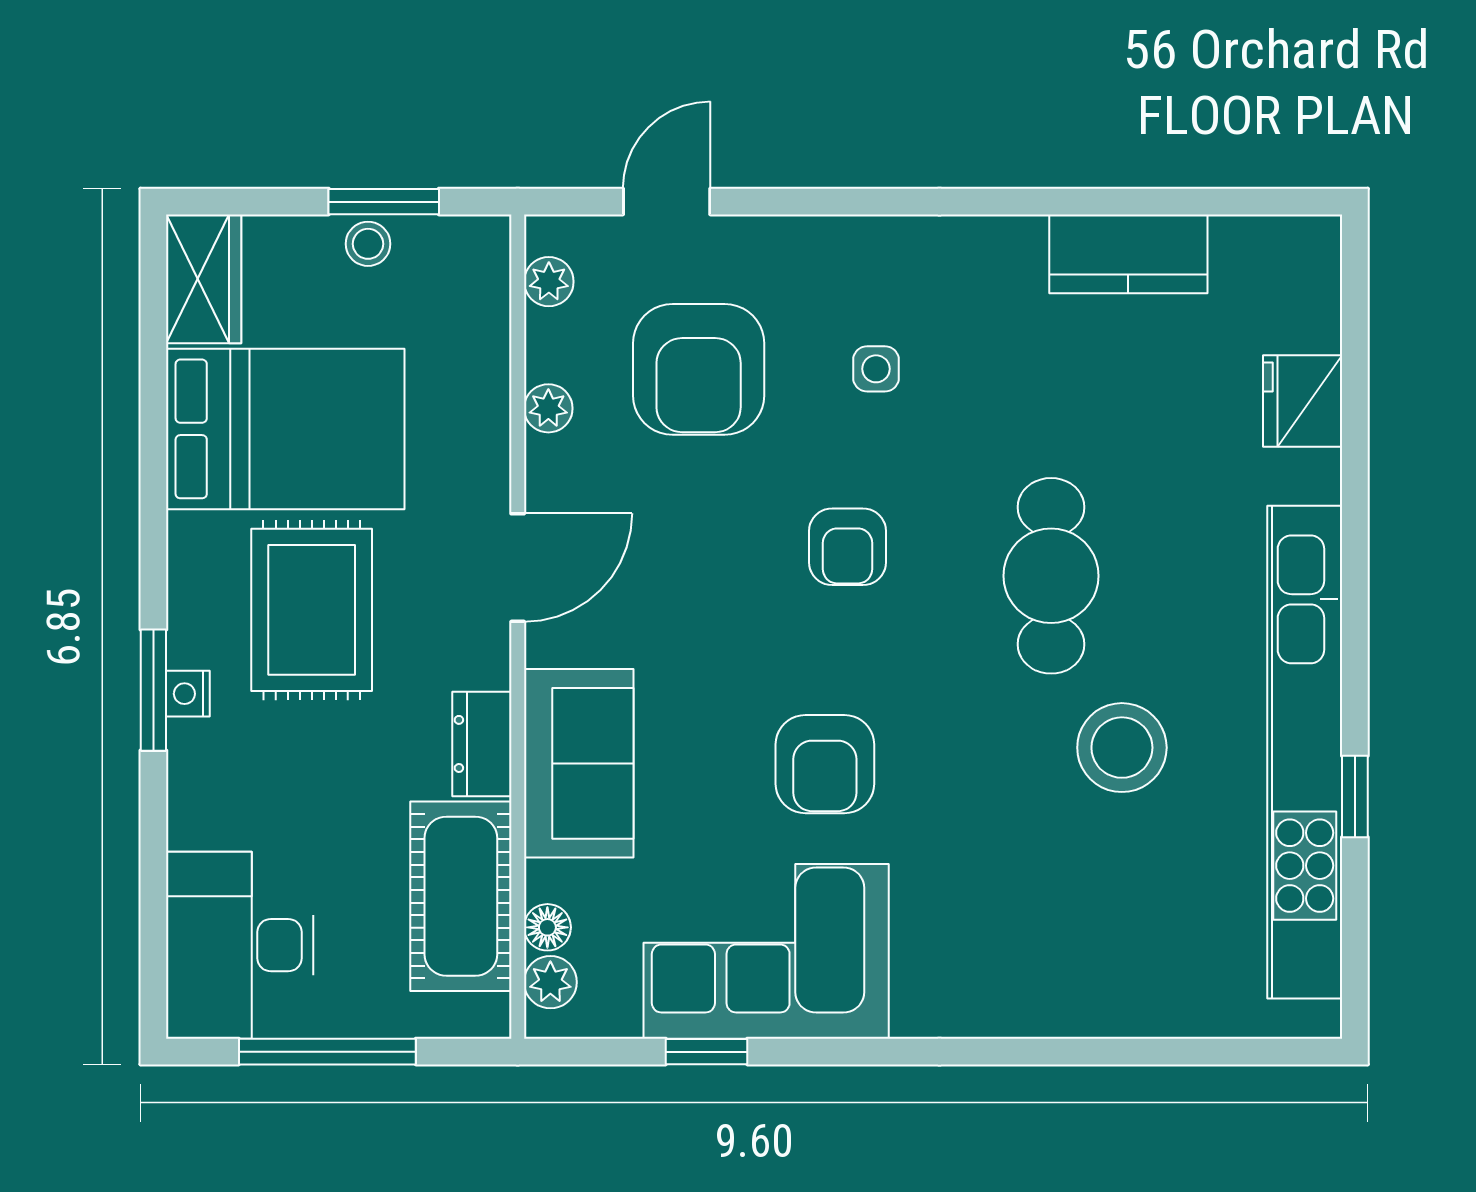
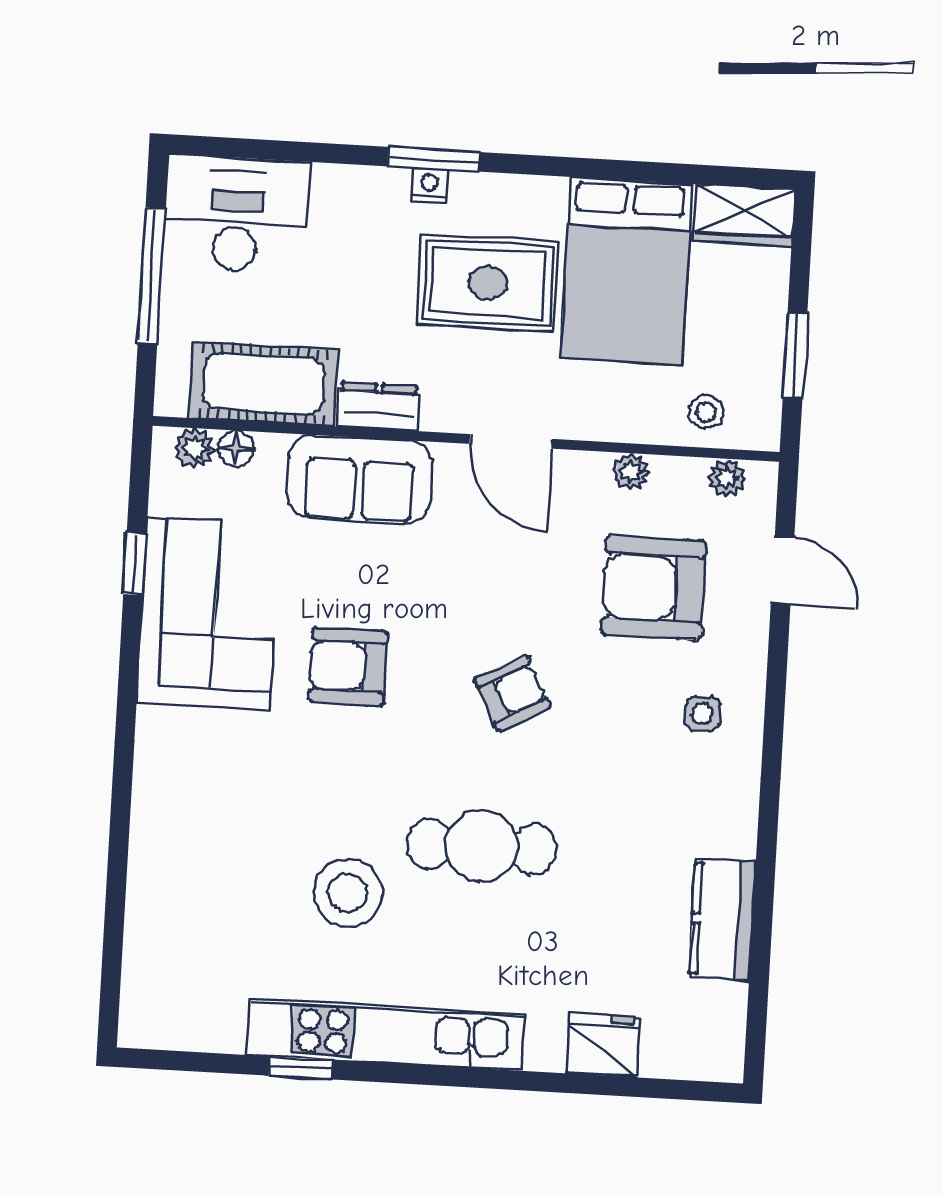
stool: (368, 244) -> (706, 412), moved
side table: (876, 369) -> (702, 714), moved
armchair: (847, 547) -> (512, 693), turned 152
kitchen unit: (1305, 752) -> (386, 1034), width x0.73

